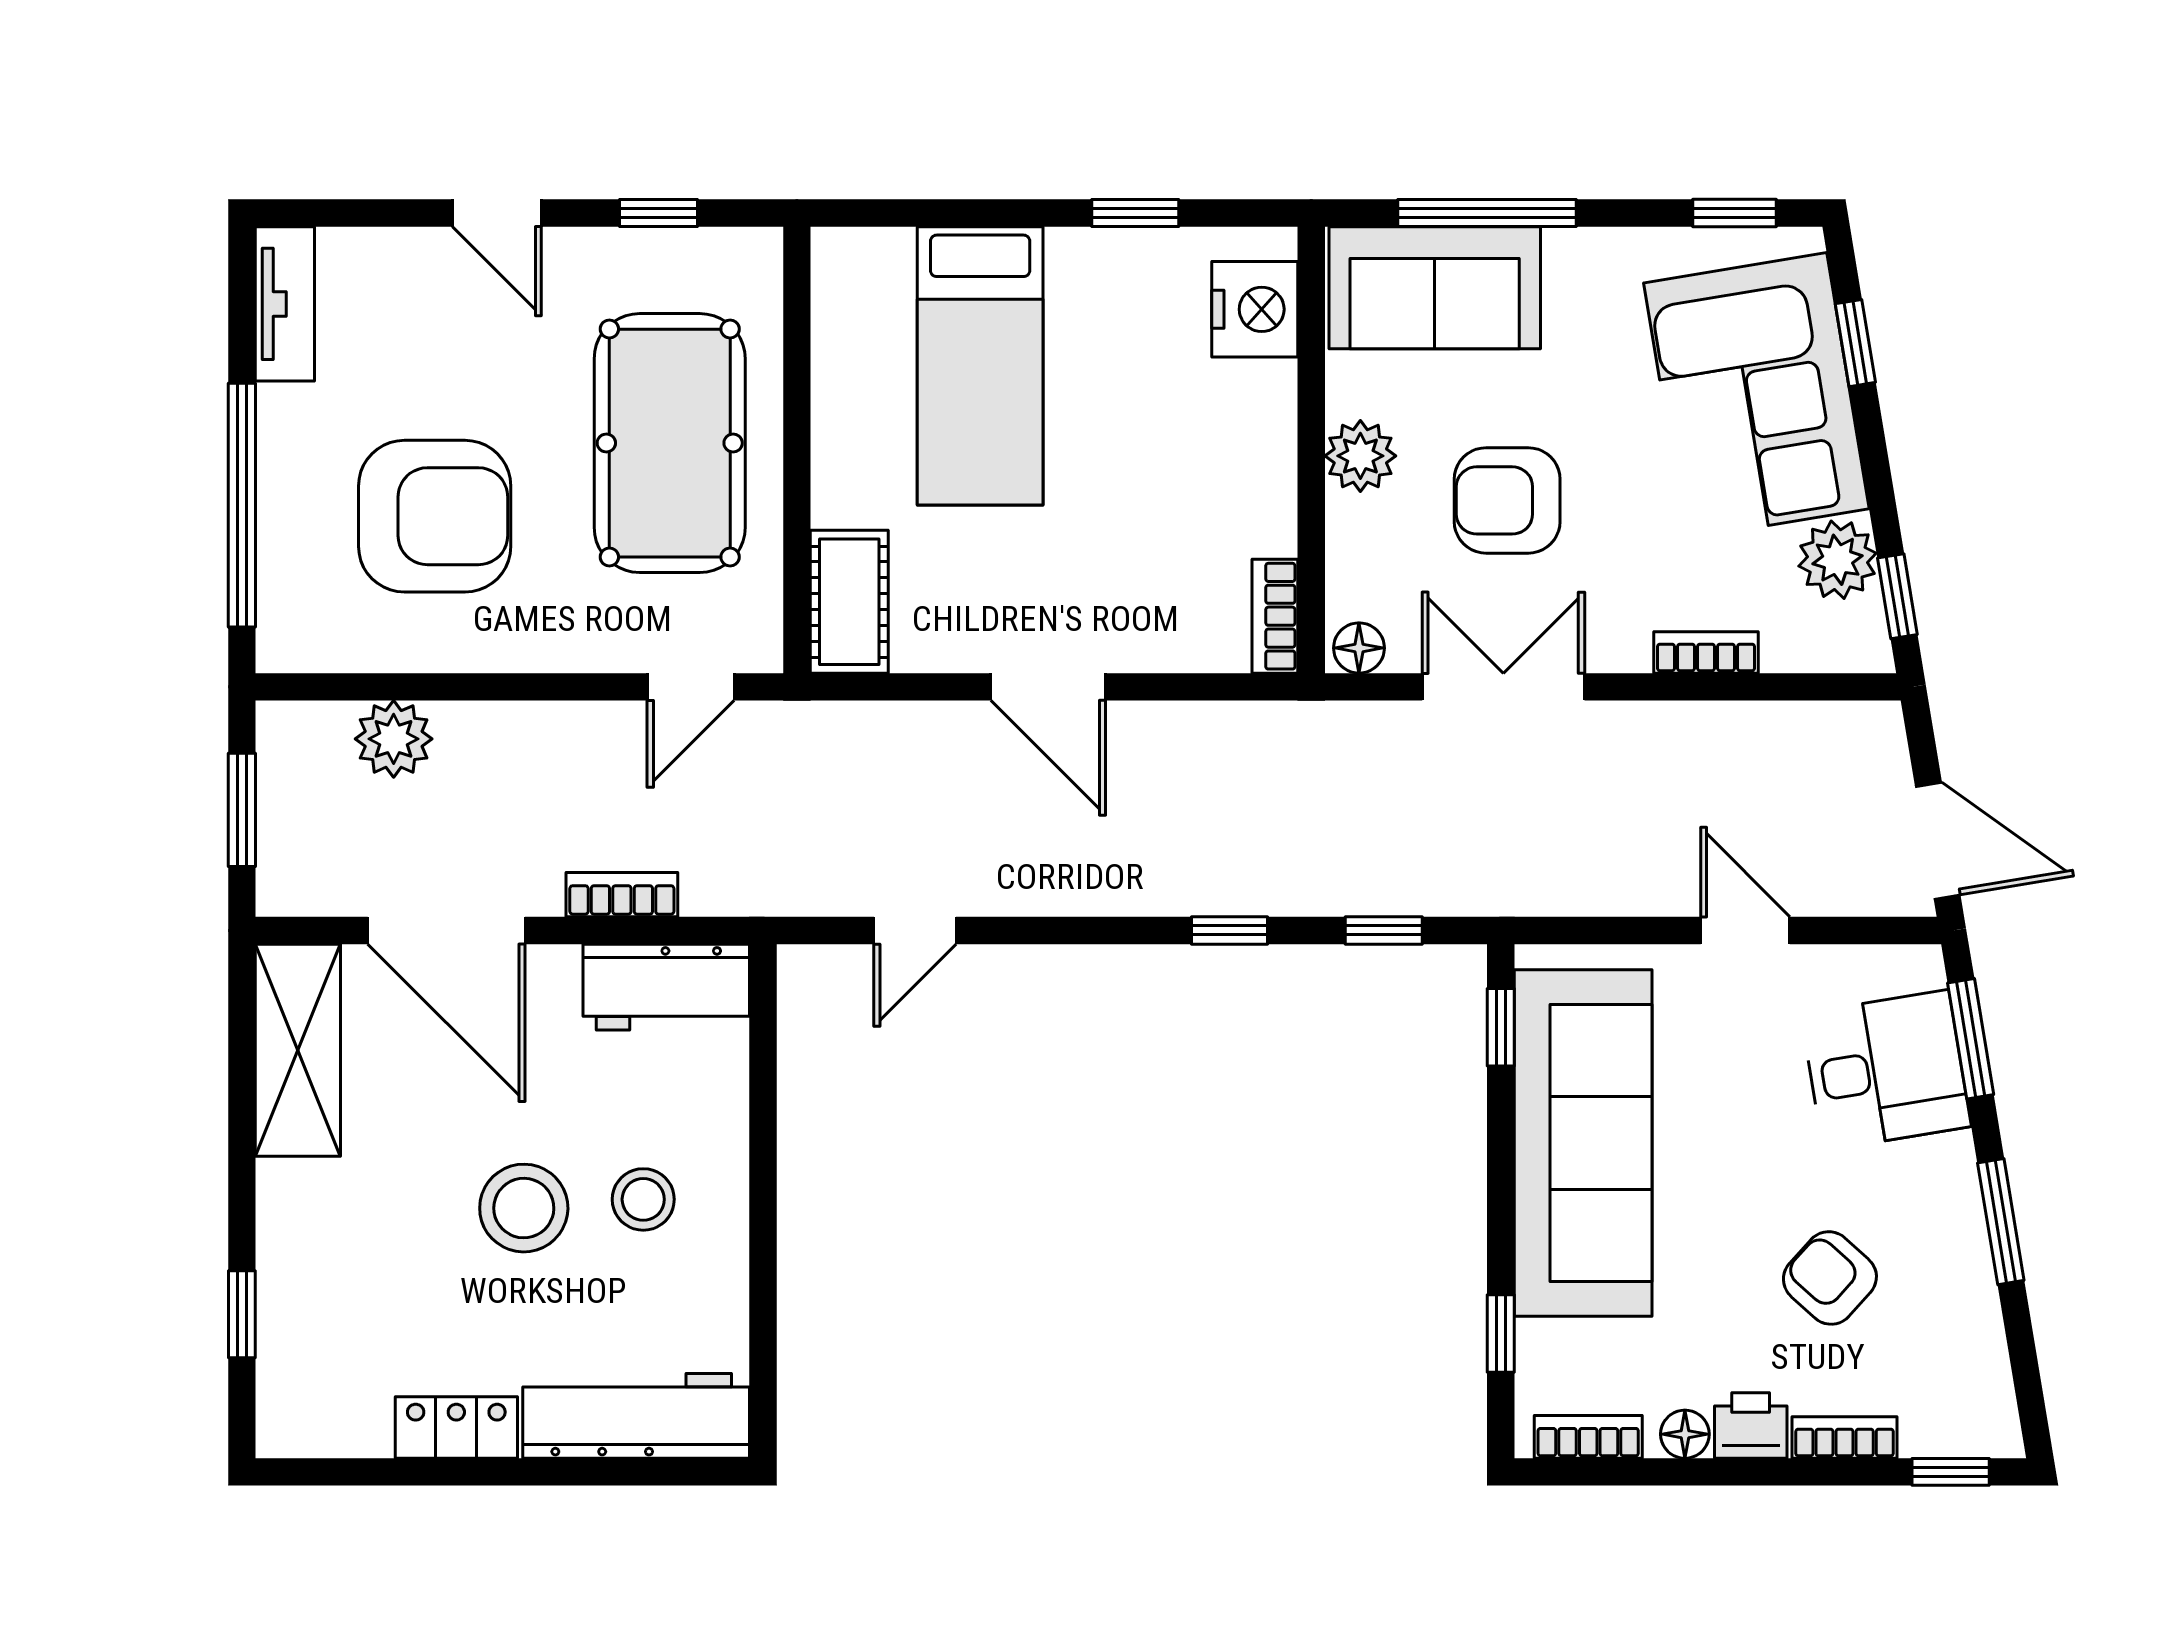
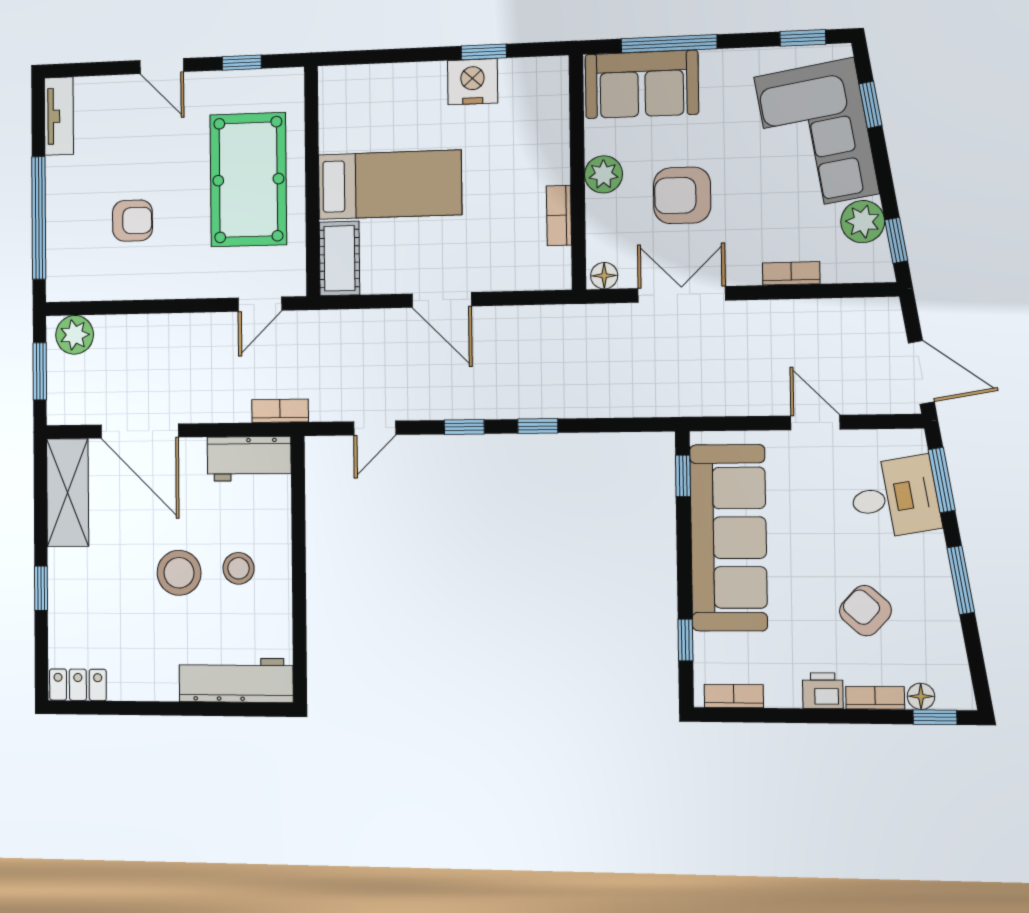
nightstand: (1255, 309) -> (472, 82), moved, turned -90
bed: (980, 366) -> (390, 185), moved, turned -90
armchair: (435, 516) -> (132, 221), width x0.53, depth x0.53
bookcase: (1275, 616) -> (559, 215), moved
plant: (394, 739) -> (75, 335), moved
bookcase: (622, 895) -> (280, 411), moved
window: (1384, 930) -> (464, 427), moved
window: (242, 1314) -> (41, 588), moved
locker: (456, 1428) -> (78, 685), moved
floor lamp: (1685, 1434) -> (921, 696), moved

